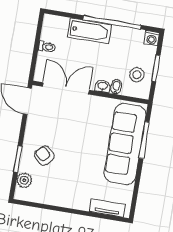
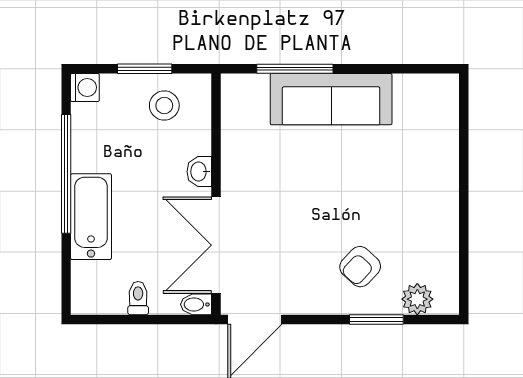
bidet: (116, 87) -> (196, 304), moved
sofa: (125, 144) -> (331, 99), width x0.74, depth x0.79
tv unit: (107, 208) -> (445, 121), removed

